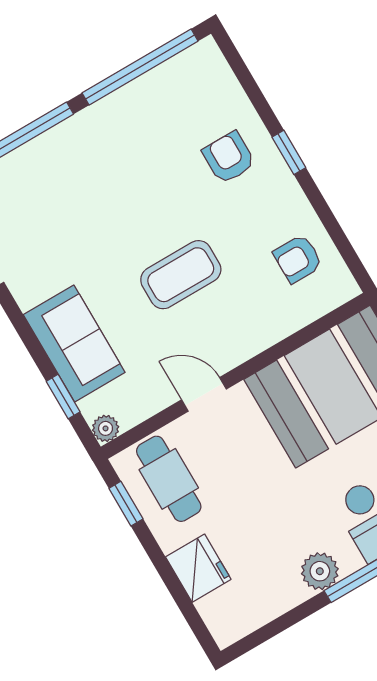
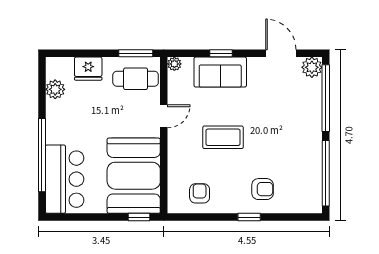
coffee table: (181, 275) -> (223, 137), turned 90
window: (63, 397) -> (221, 53), moved
window: (126, 504) -> (136, 53), width x1.50
plant: (320, 571) -> (55, 89), moved

